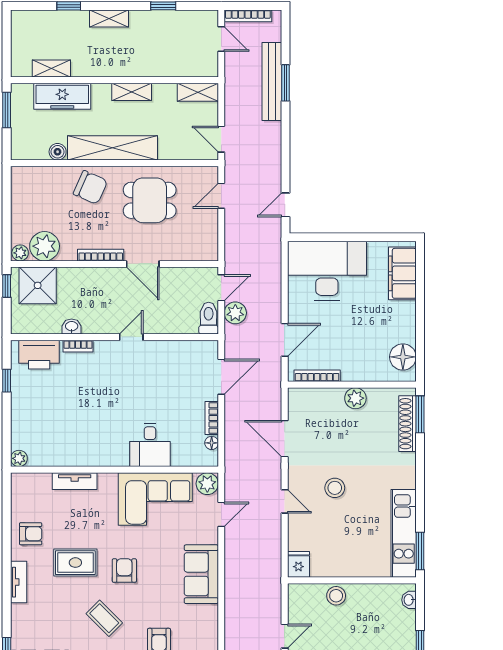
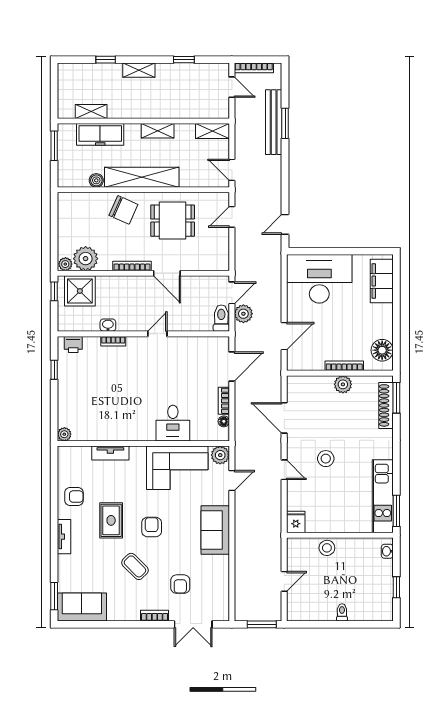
printer: (39, 355) -> (73, 344), width x0.53, depth x0.68
bookcase: (317, 376) -> (344, 366), moved
rug: (75, 563) -> (111, 520), turned 90

